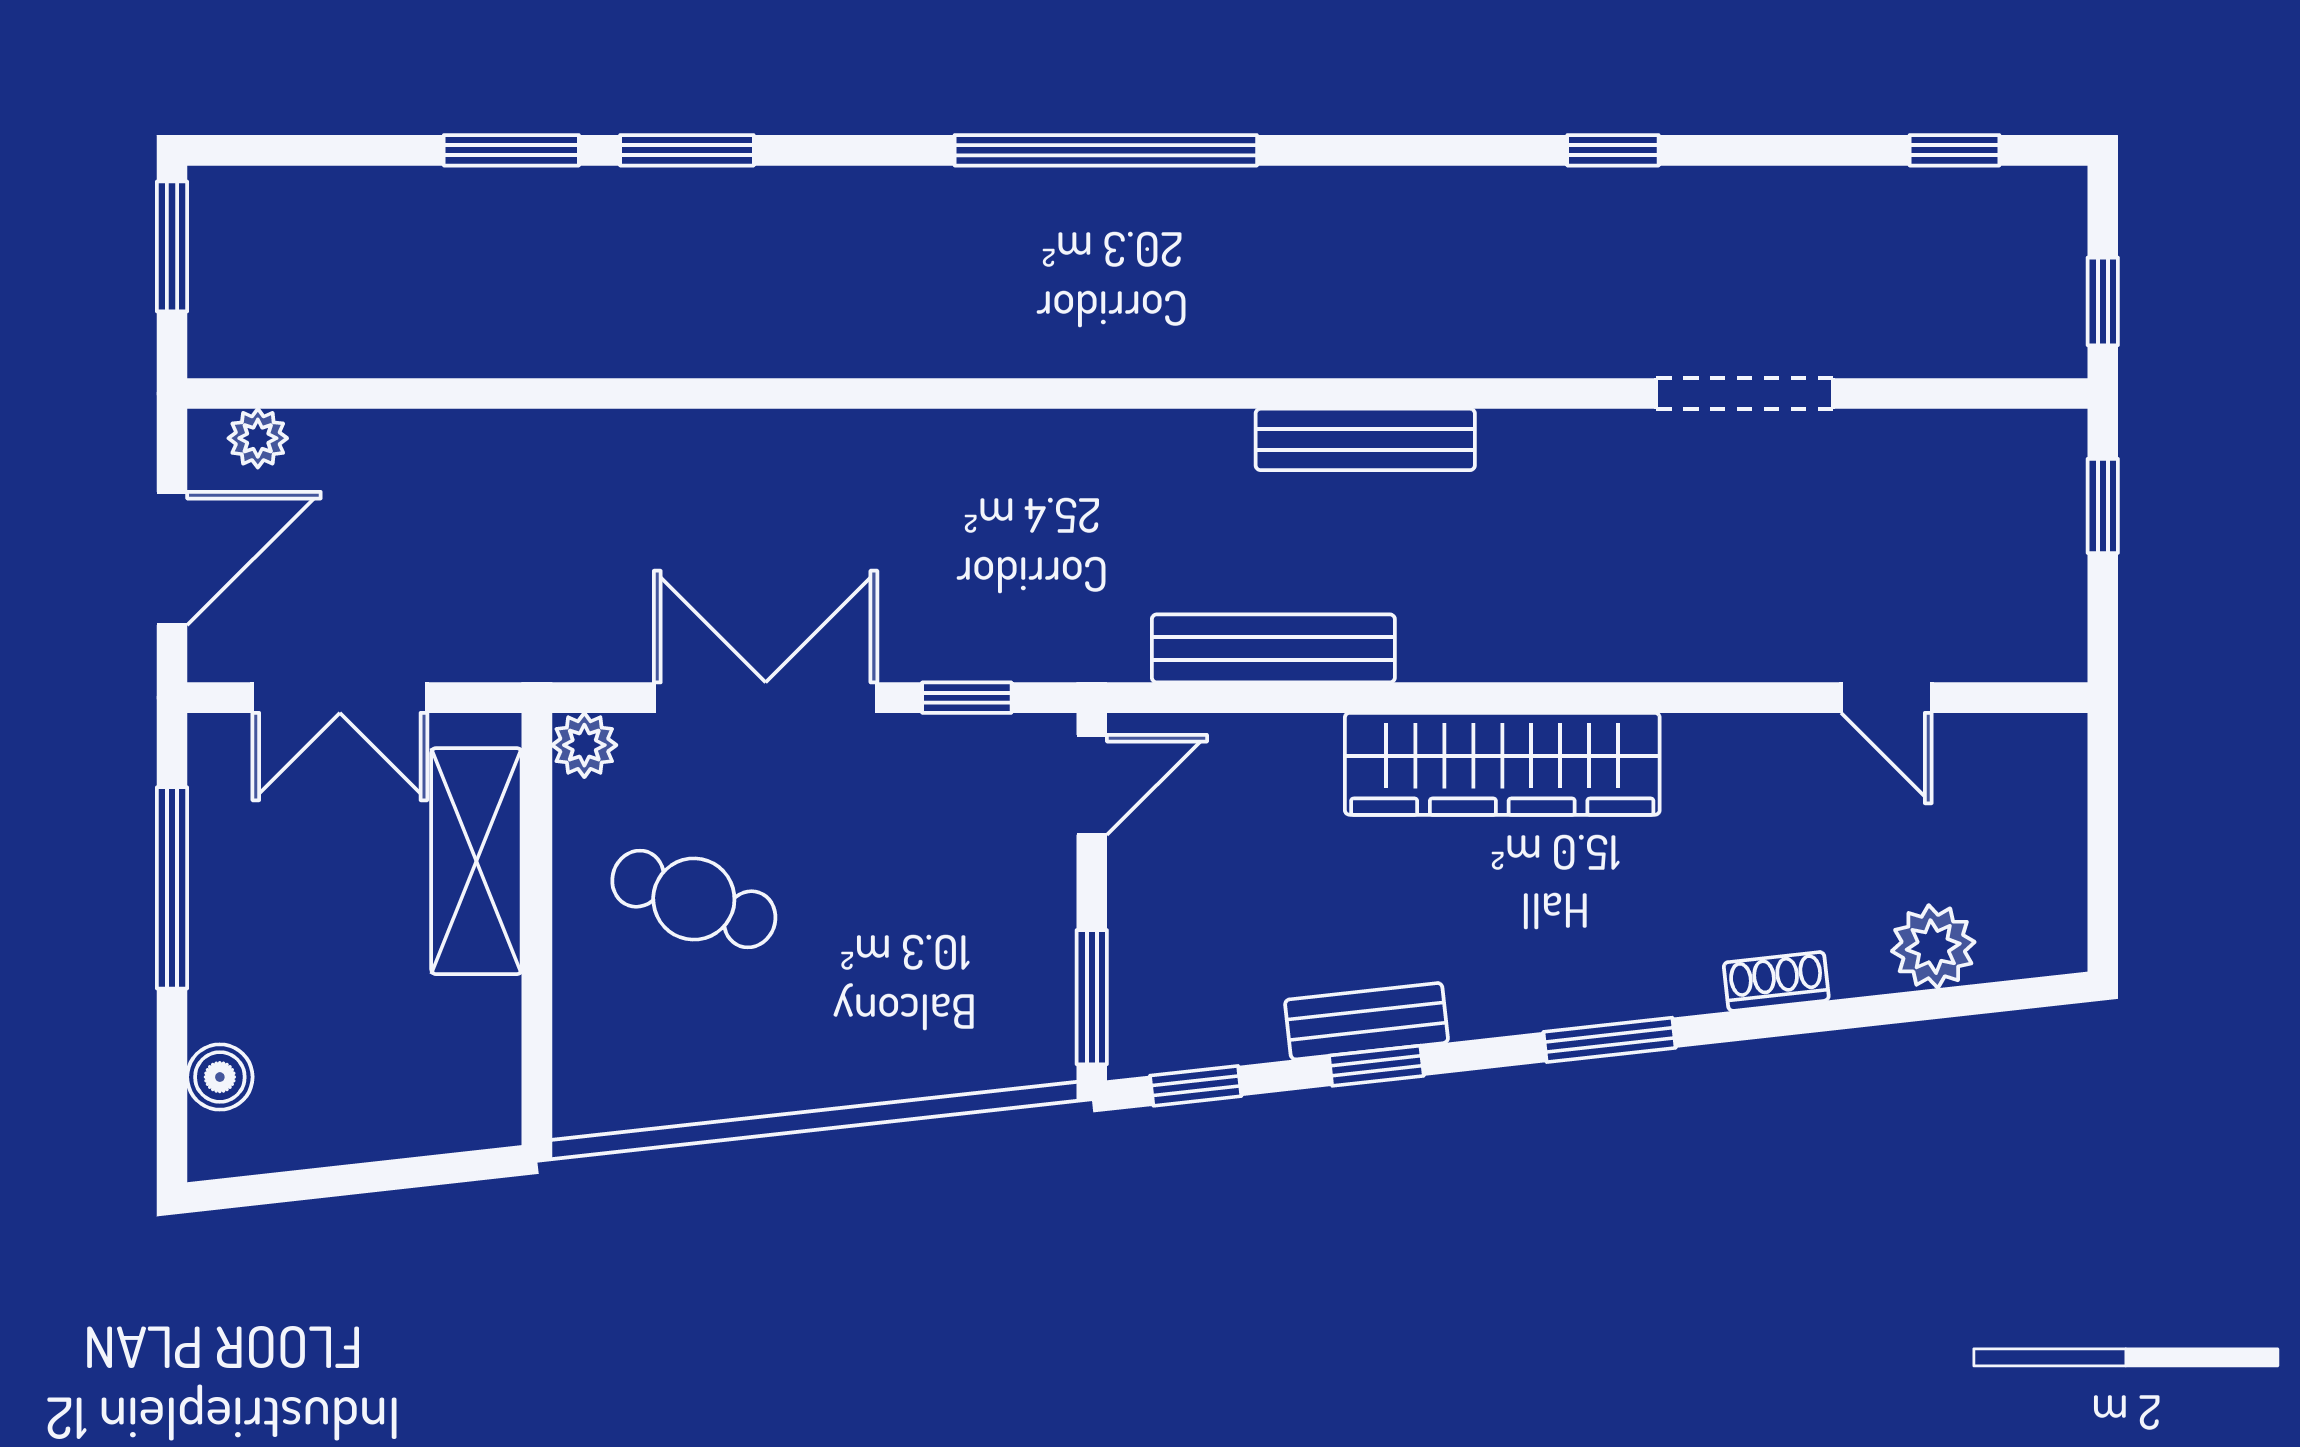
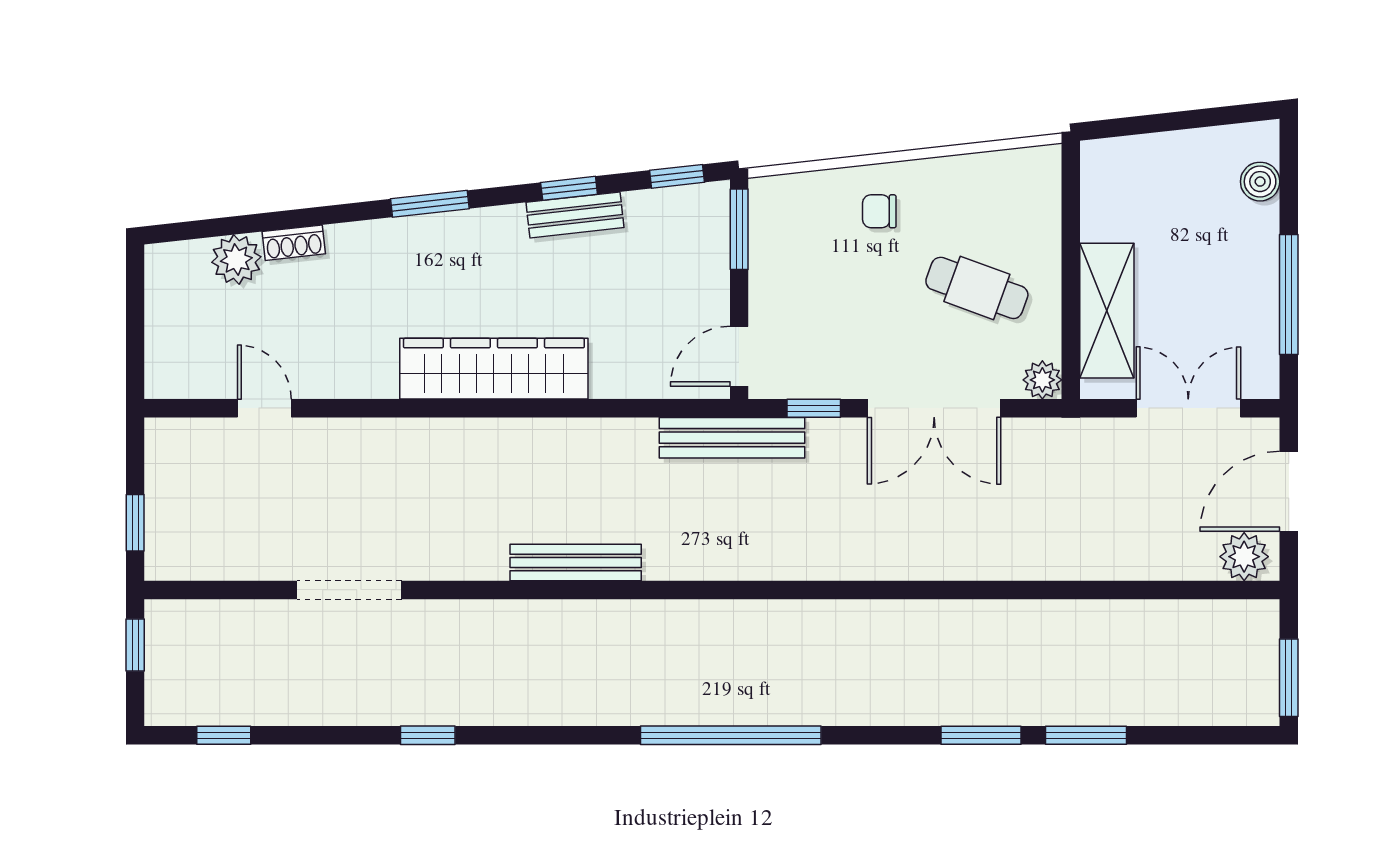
plant: (258, 438) -> (1244, 557), width x1.38, depth x1.38
bench: (1273, 648) -> (732, 438), moved
shoe rack: (1776, 981) -> (294, 243), moved
chair: (857, 1027) -> (879, 211), added

